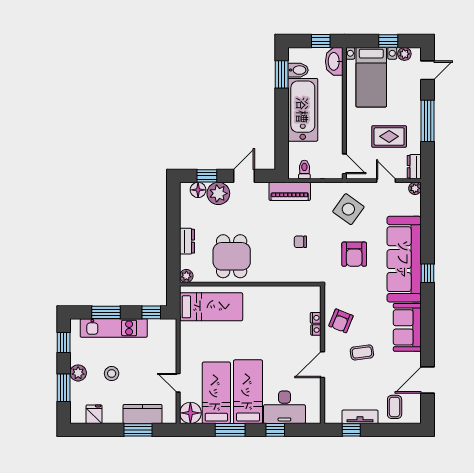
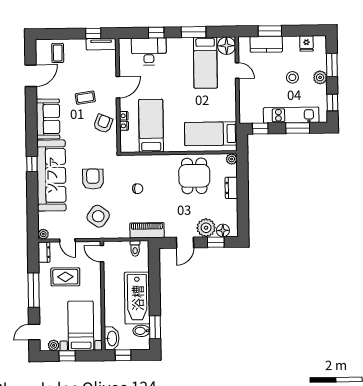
bed: (248, 392) -> (151, 126), moved, turned 180
tv unit: (360, 417) -> (101, 44), moved

